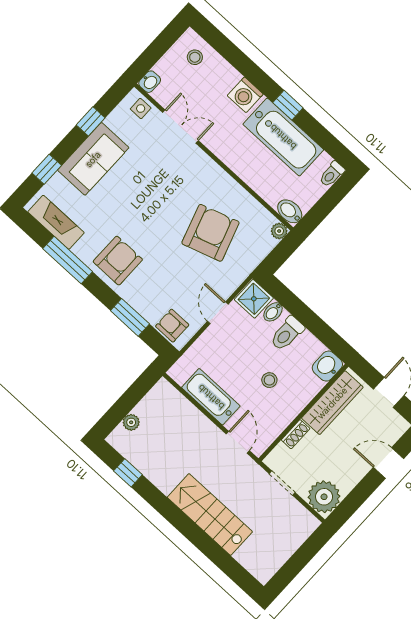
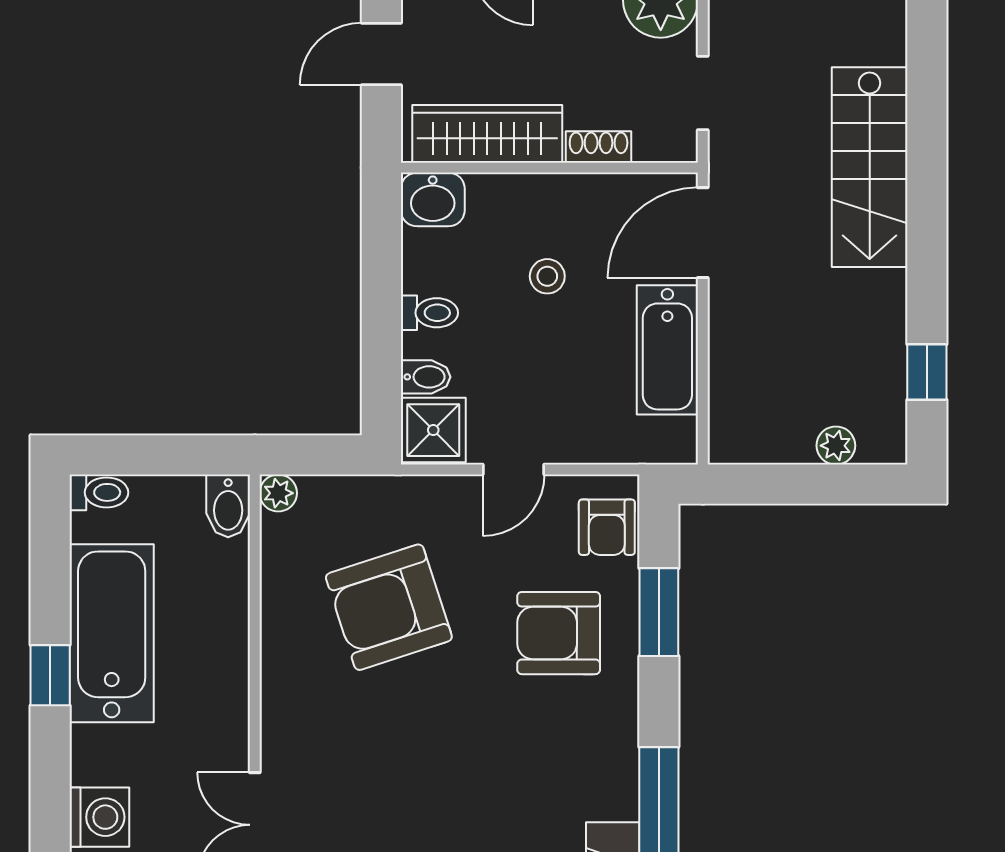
washing machine: (245, 95) -> (99, 817), moved
armchair: (118, 261) -> (559, 633), moved
toilet: (287, 333) -> (429, 313), width x0.73, depth x0.72
door: (238, 442) -> (703, 233), width x1.38

